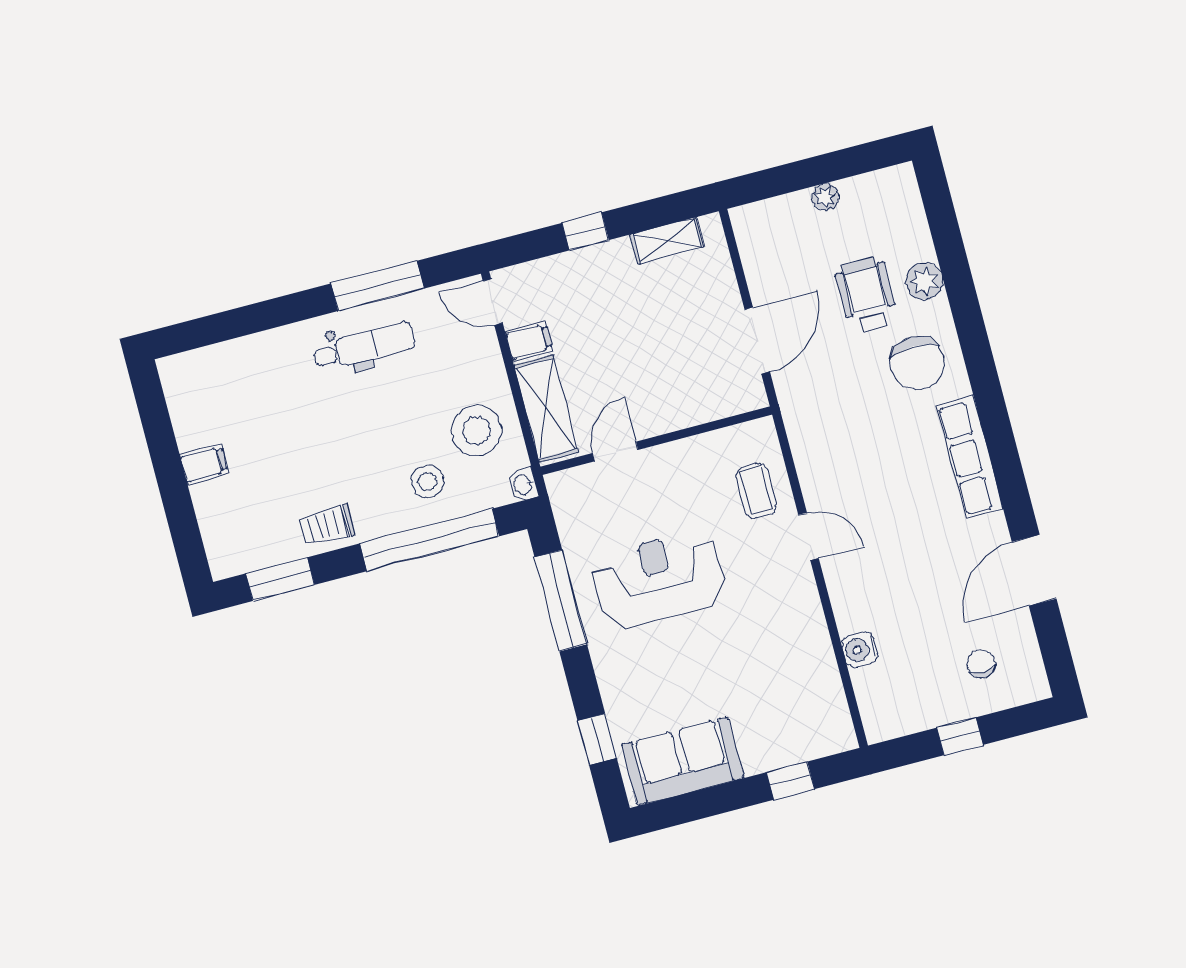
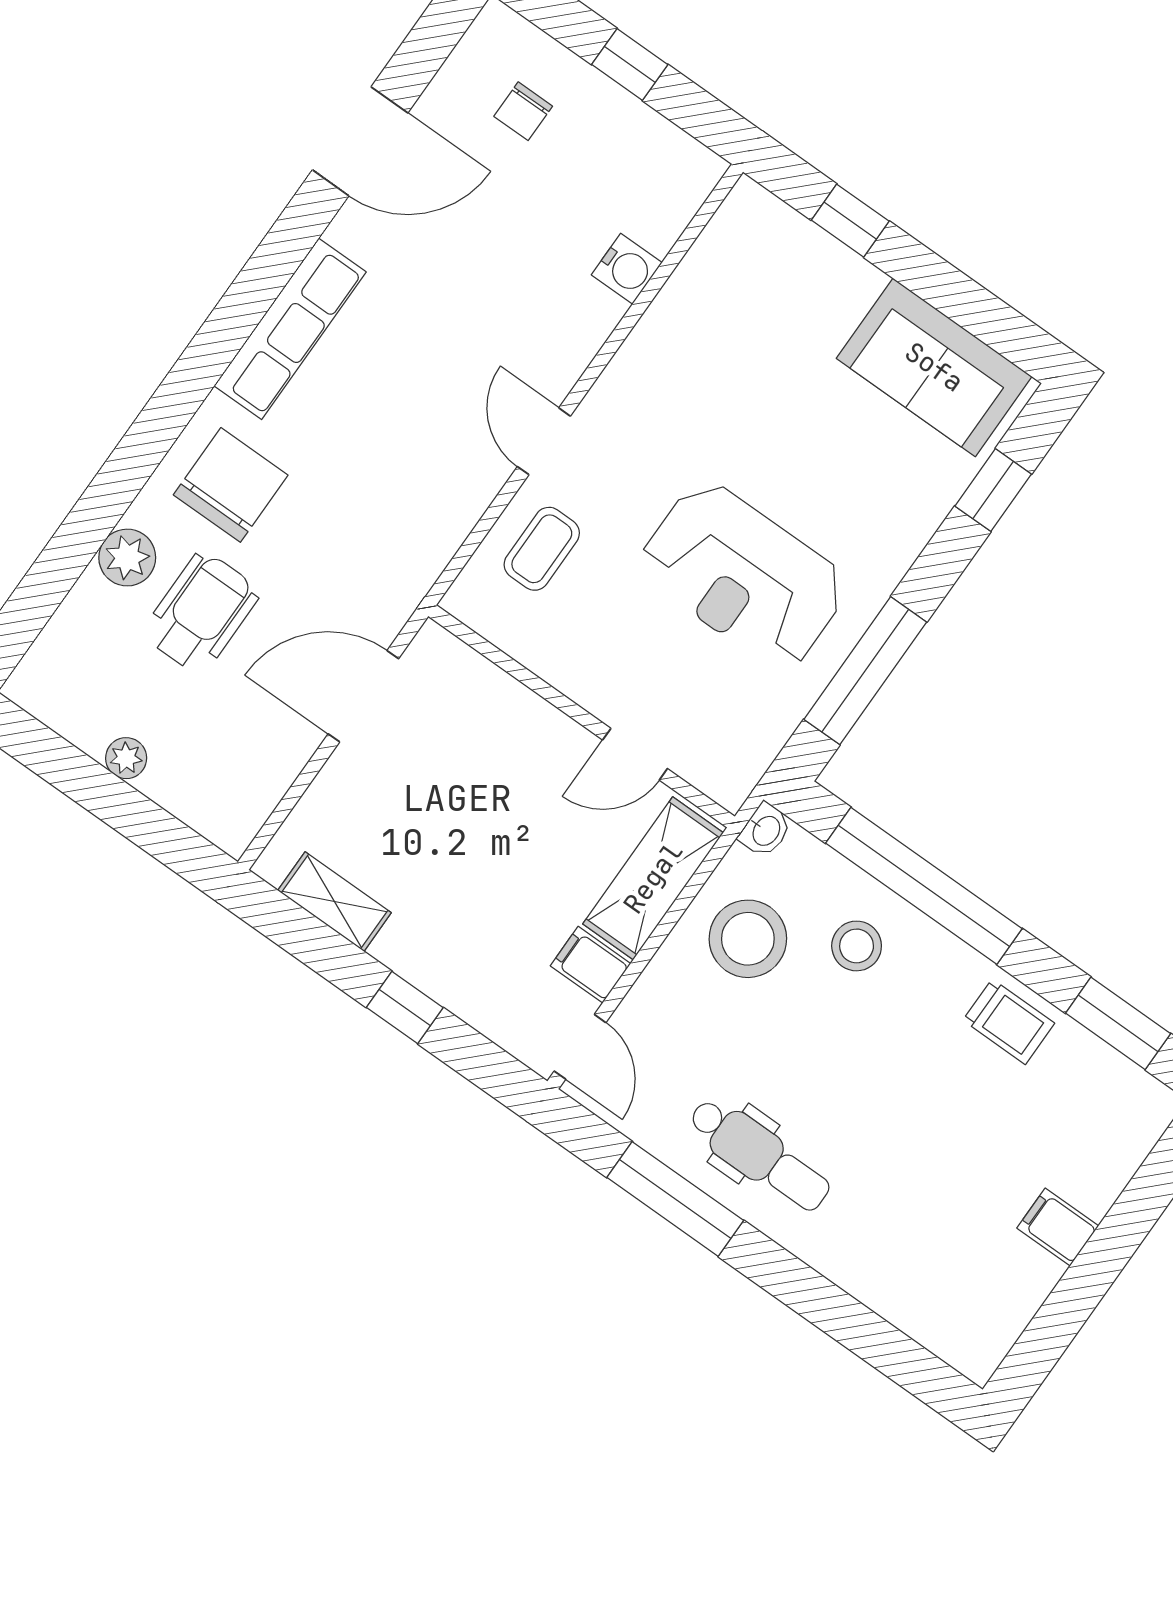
wheelchair: (866, 295) -> (201, 613), turned 180
dental chair: (364, 346) -> (759, 1155), turned 180

